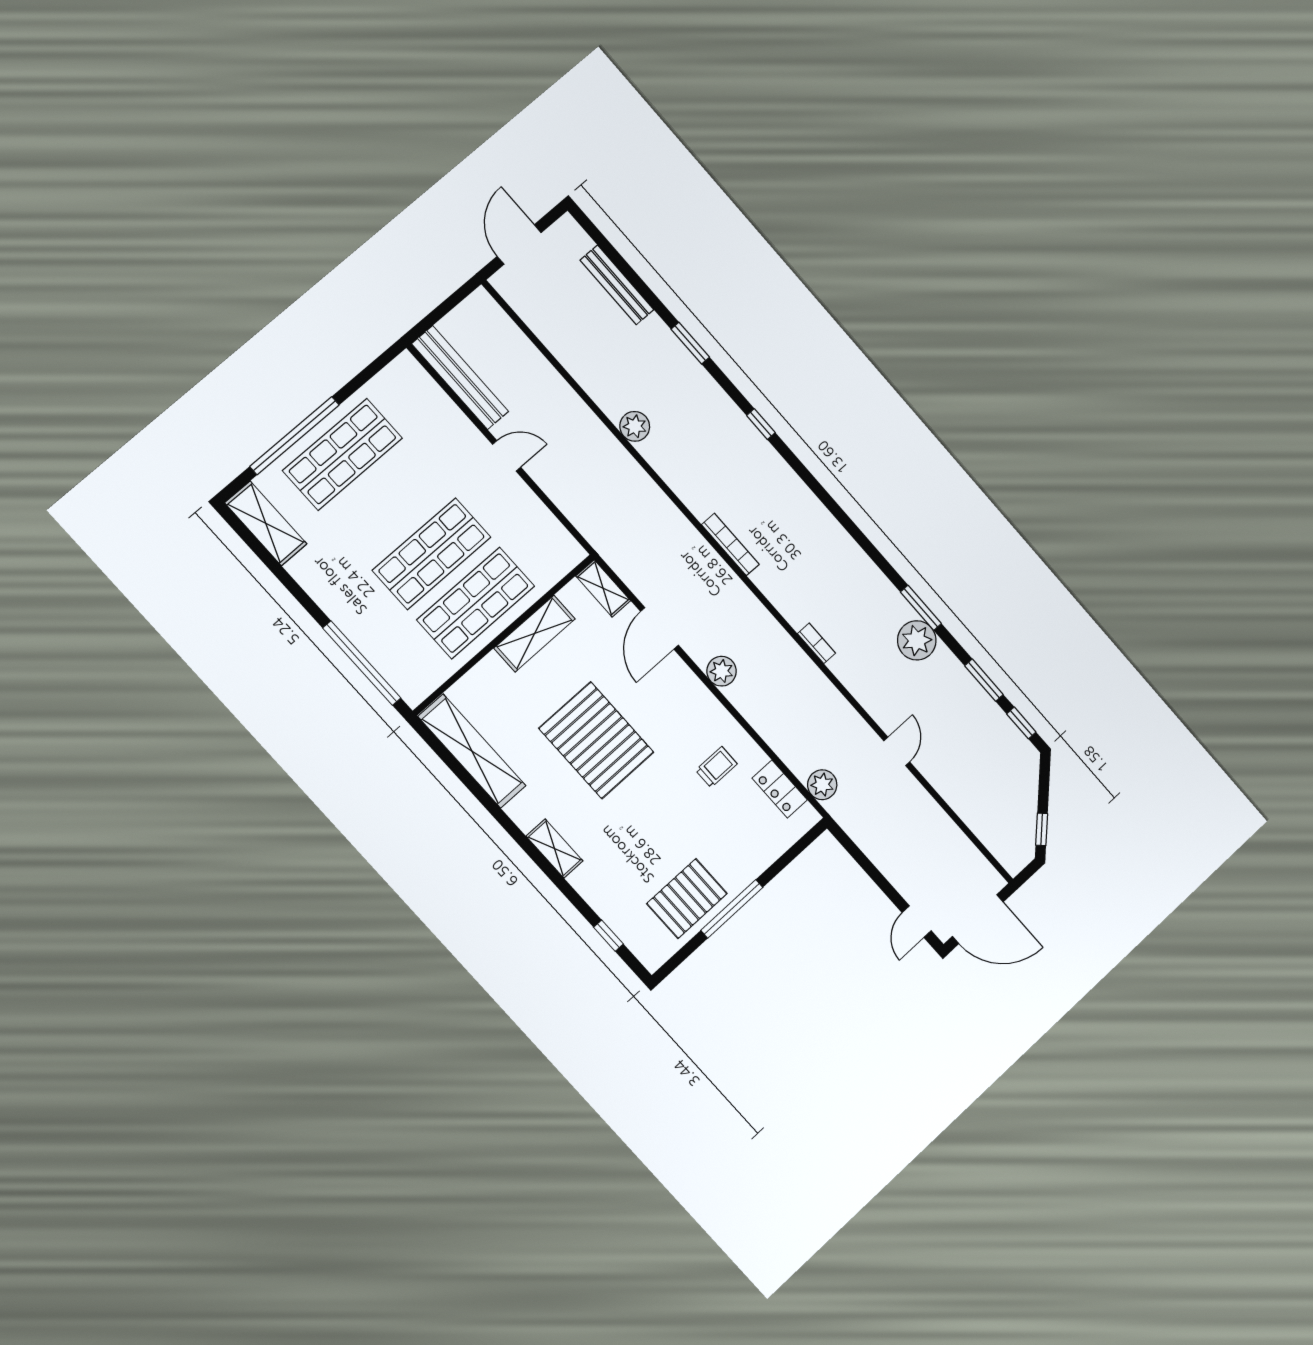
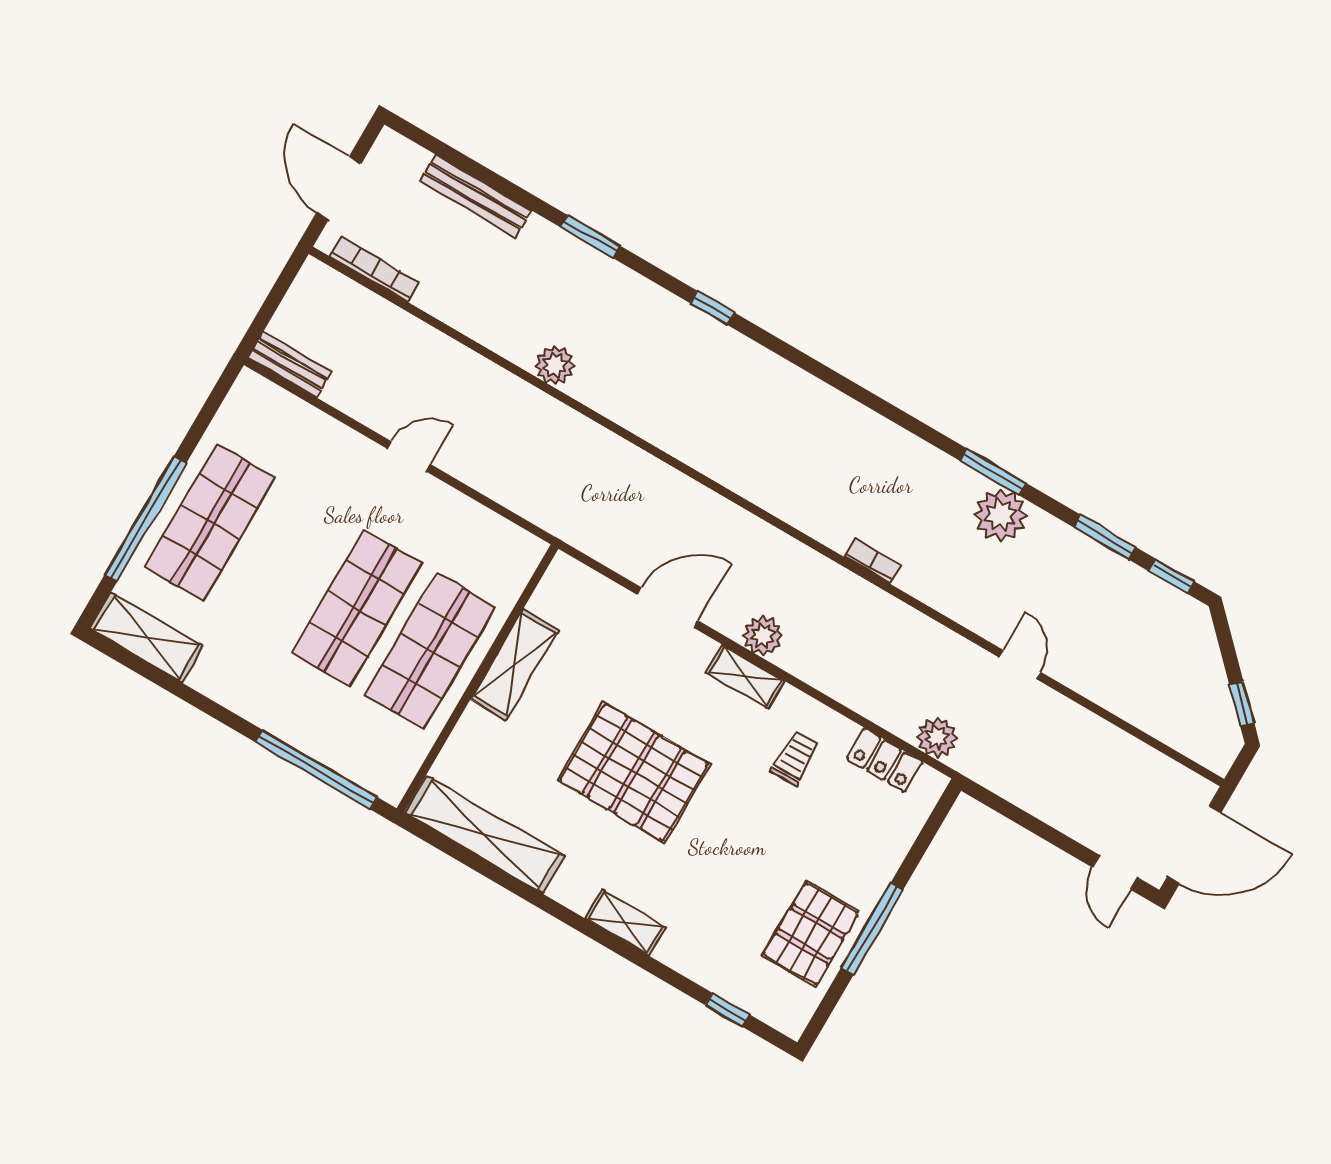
bench: (460, 378) -> (290, 364), width x0.54, depth x0.82
bookcase: (730, 544) -> (375, 269), moved
shelving: (603, 588) -> (745, 677), moved
door: (659, 628) -> (667, 608), swing flipped

